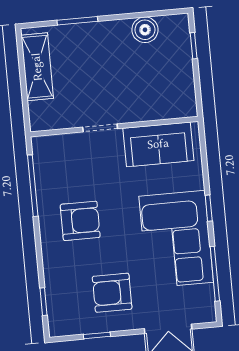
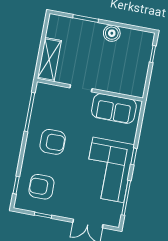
boiler: (145, 30) -> (112, 33), moved
shelving: (37, 67) -> (49, 60), moved
armchair: (112, 293) -> (41, 187), moved

